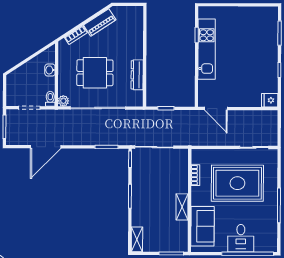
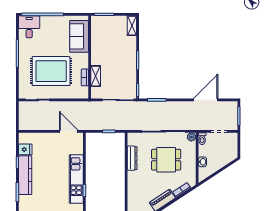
kitchen counter: (270, 54) -> (25, 175), added
fridge: (270, 100) -> (25, 149), moved
shelving: (182, 207) -> (96, 76), moved
desk: (241, 238) -> (29, 27), moved

